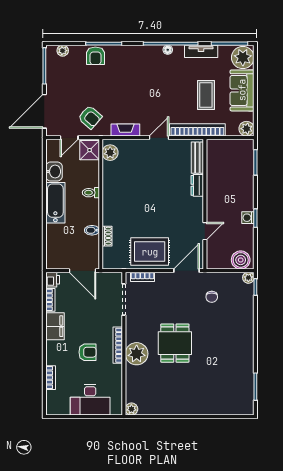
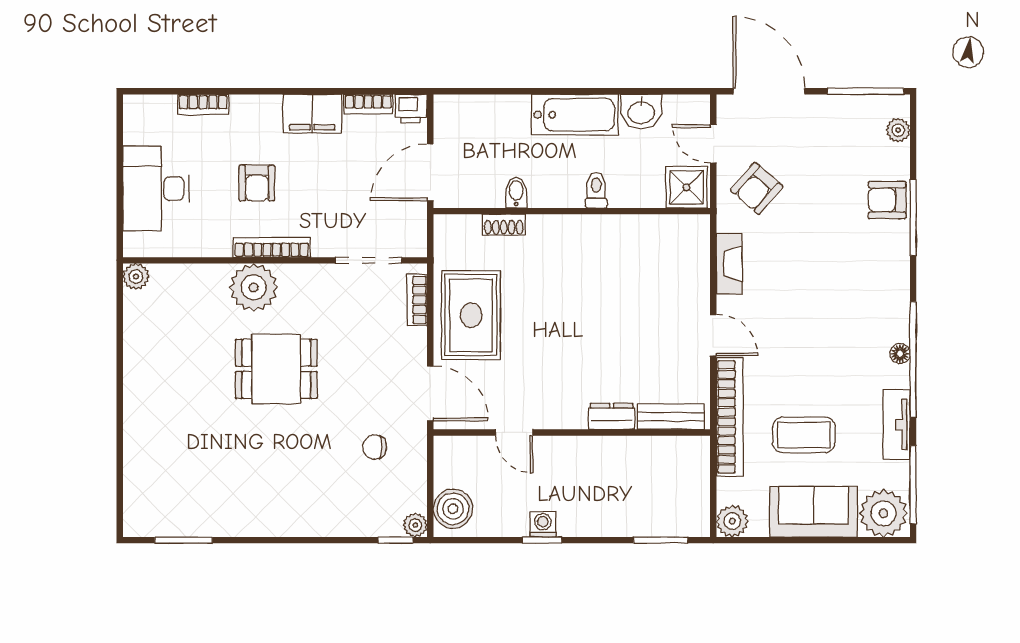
plant: (110, 153) -> (681, 231), removed

